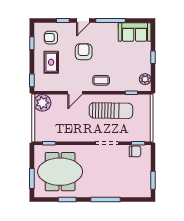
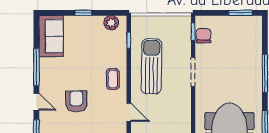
armchair: (84, 52) -> (76, 101), turned 90

